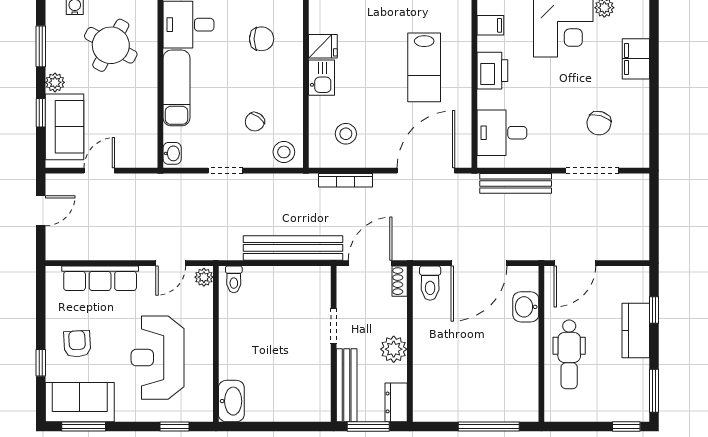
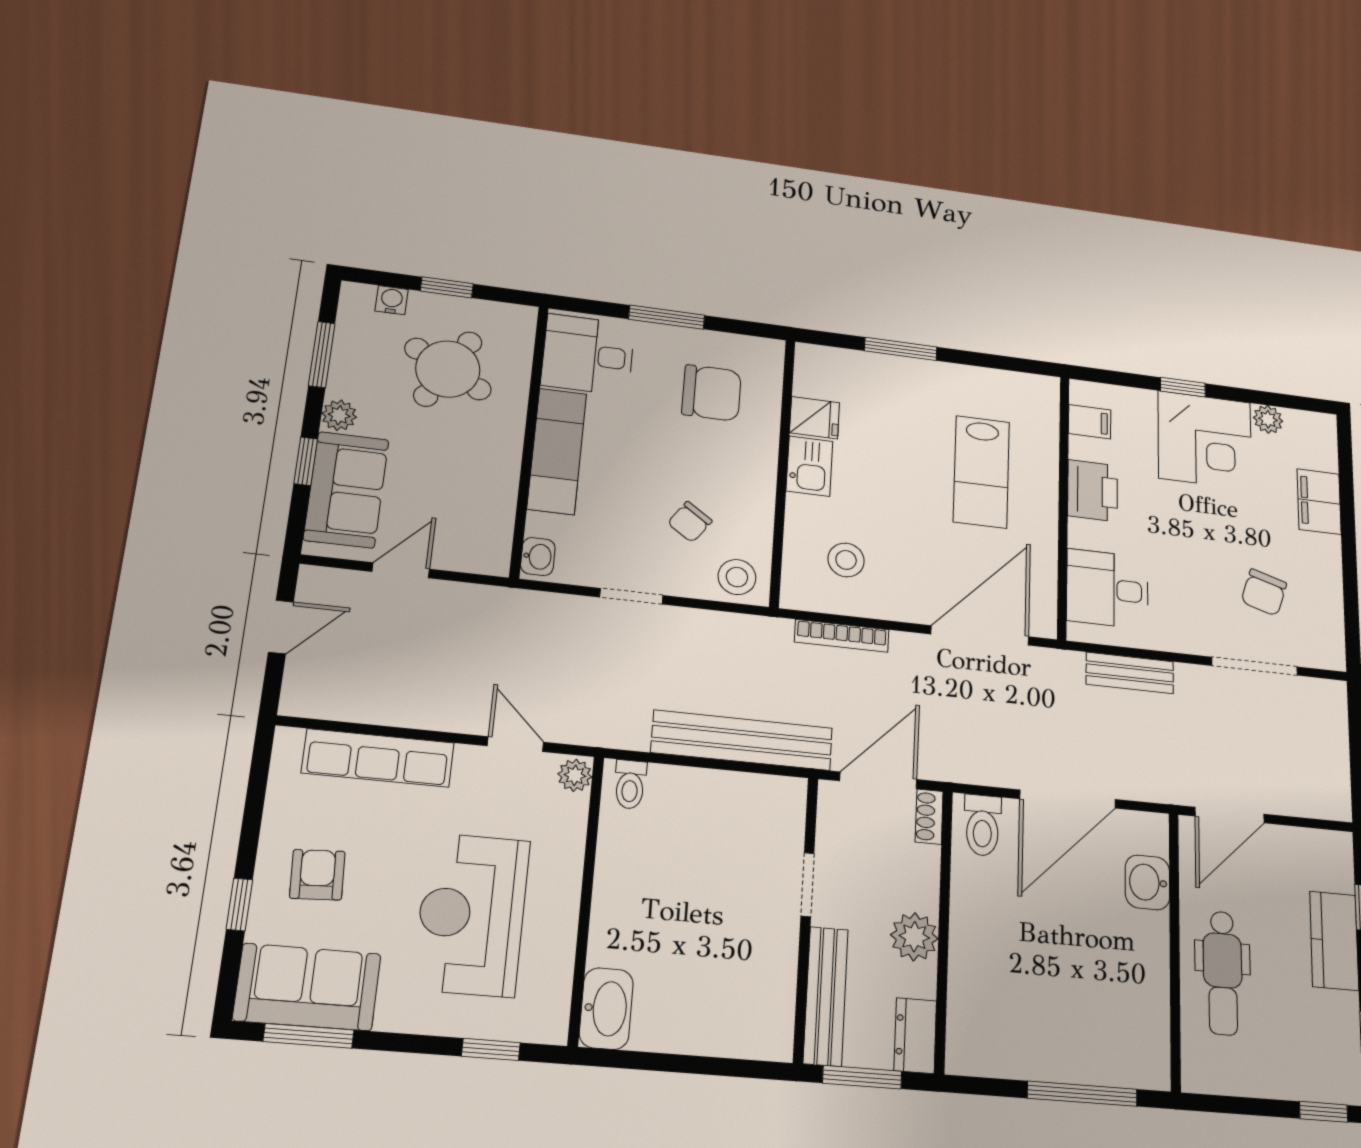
chair: (262, 39) -> (712, 393), width x1.37, depth x1.37
bench: (516, 183) -> (1130, 673), width x0.73
door: (171, 263) -> (516, 744), swing flipped

